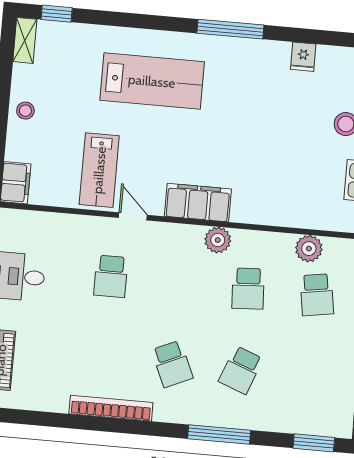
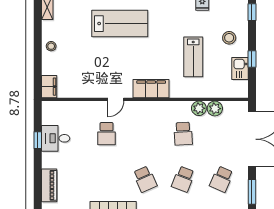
lab bench: (99, 170) -> (193, 57), moved
door: (133, 216) -> (116, 99), swing flipped
plant: (218, 240) -> (199, 108), moved
school desk: (317, 295) -> (221, 179), moved, turned 33

